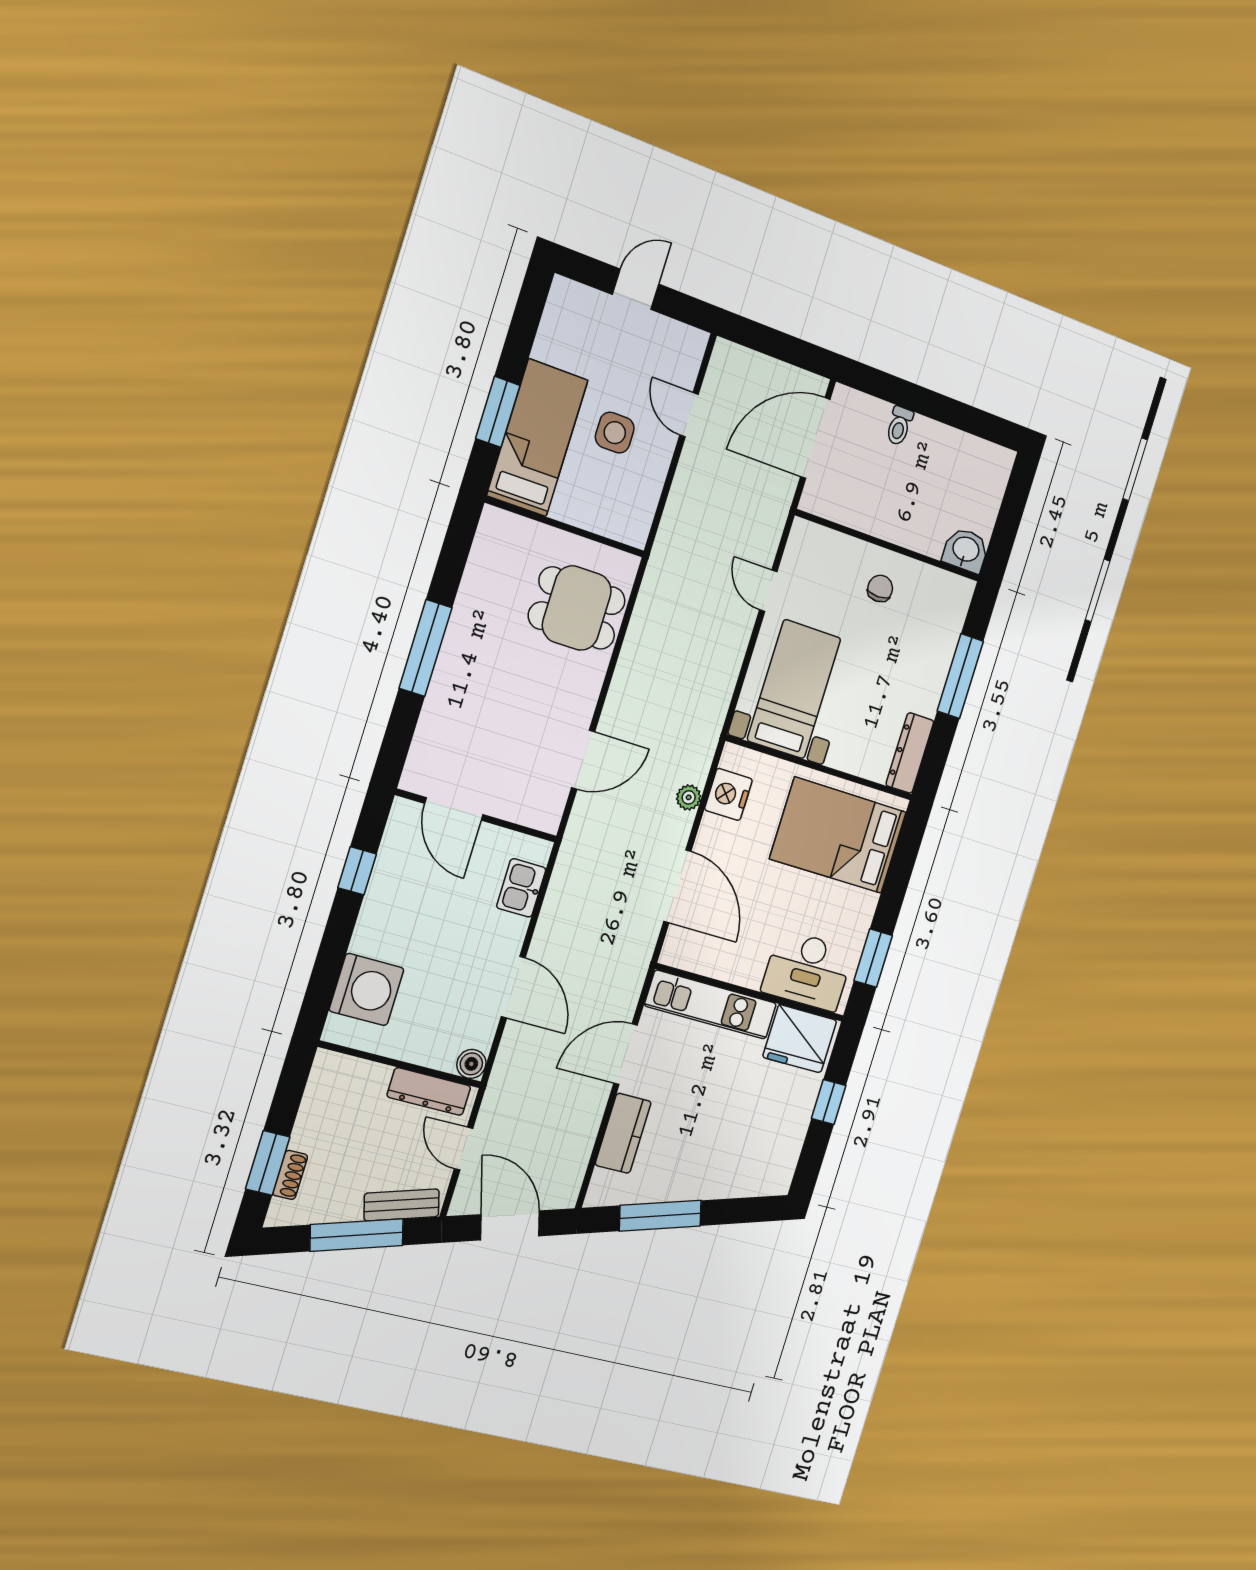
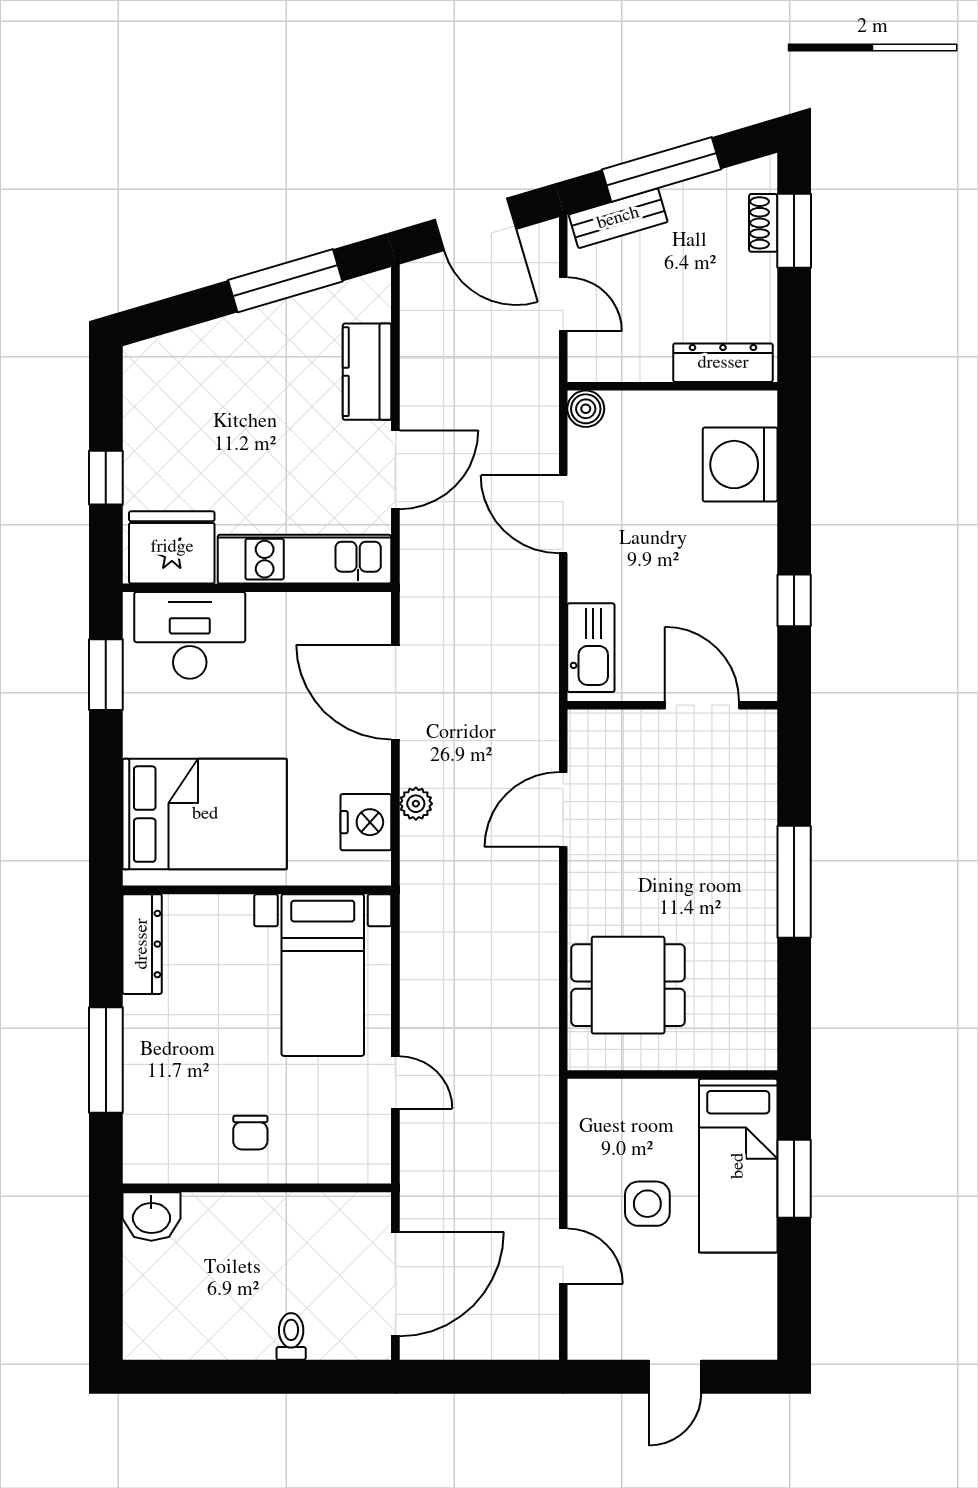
kitchen sink: (521, 888) -> (591, 648), width x1.38
dresser: (429, 1091) -> (723, 363), moved

